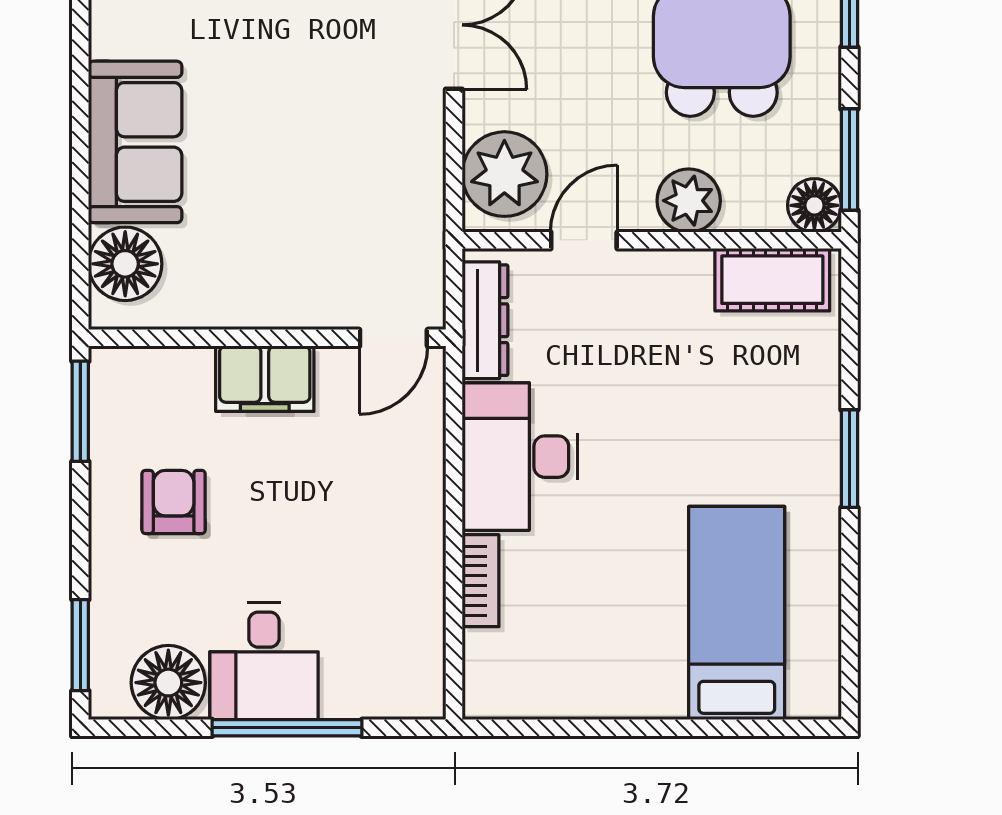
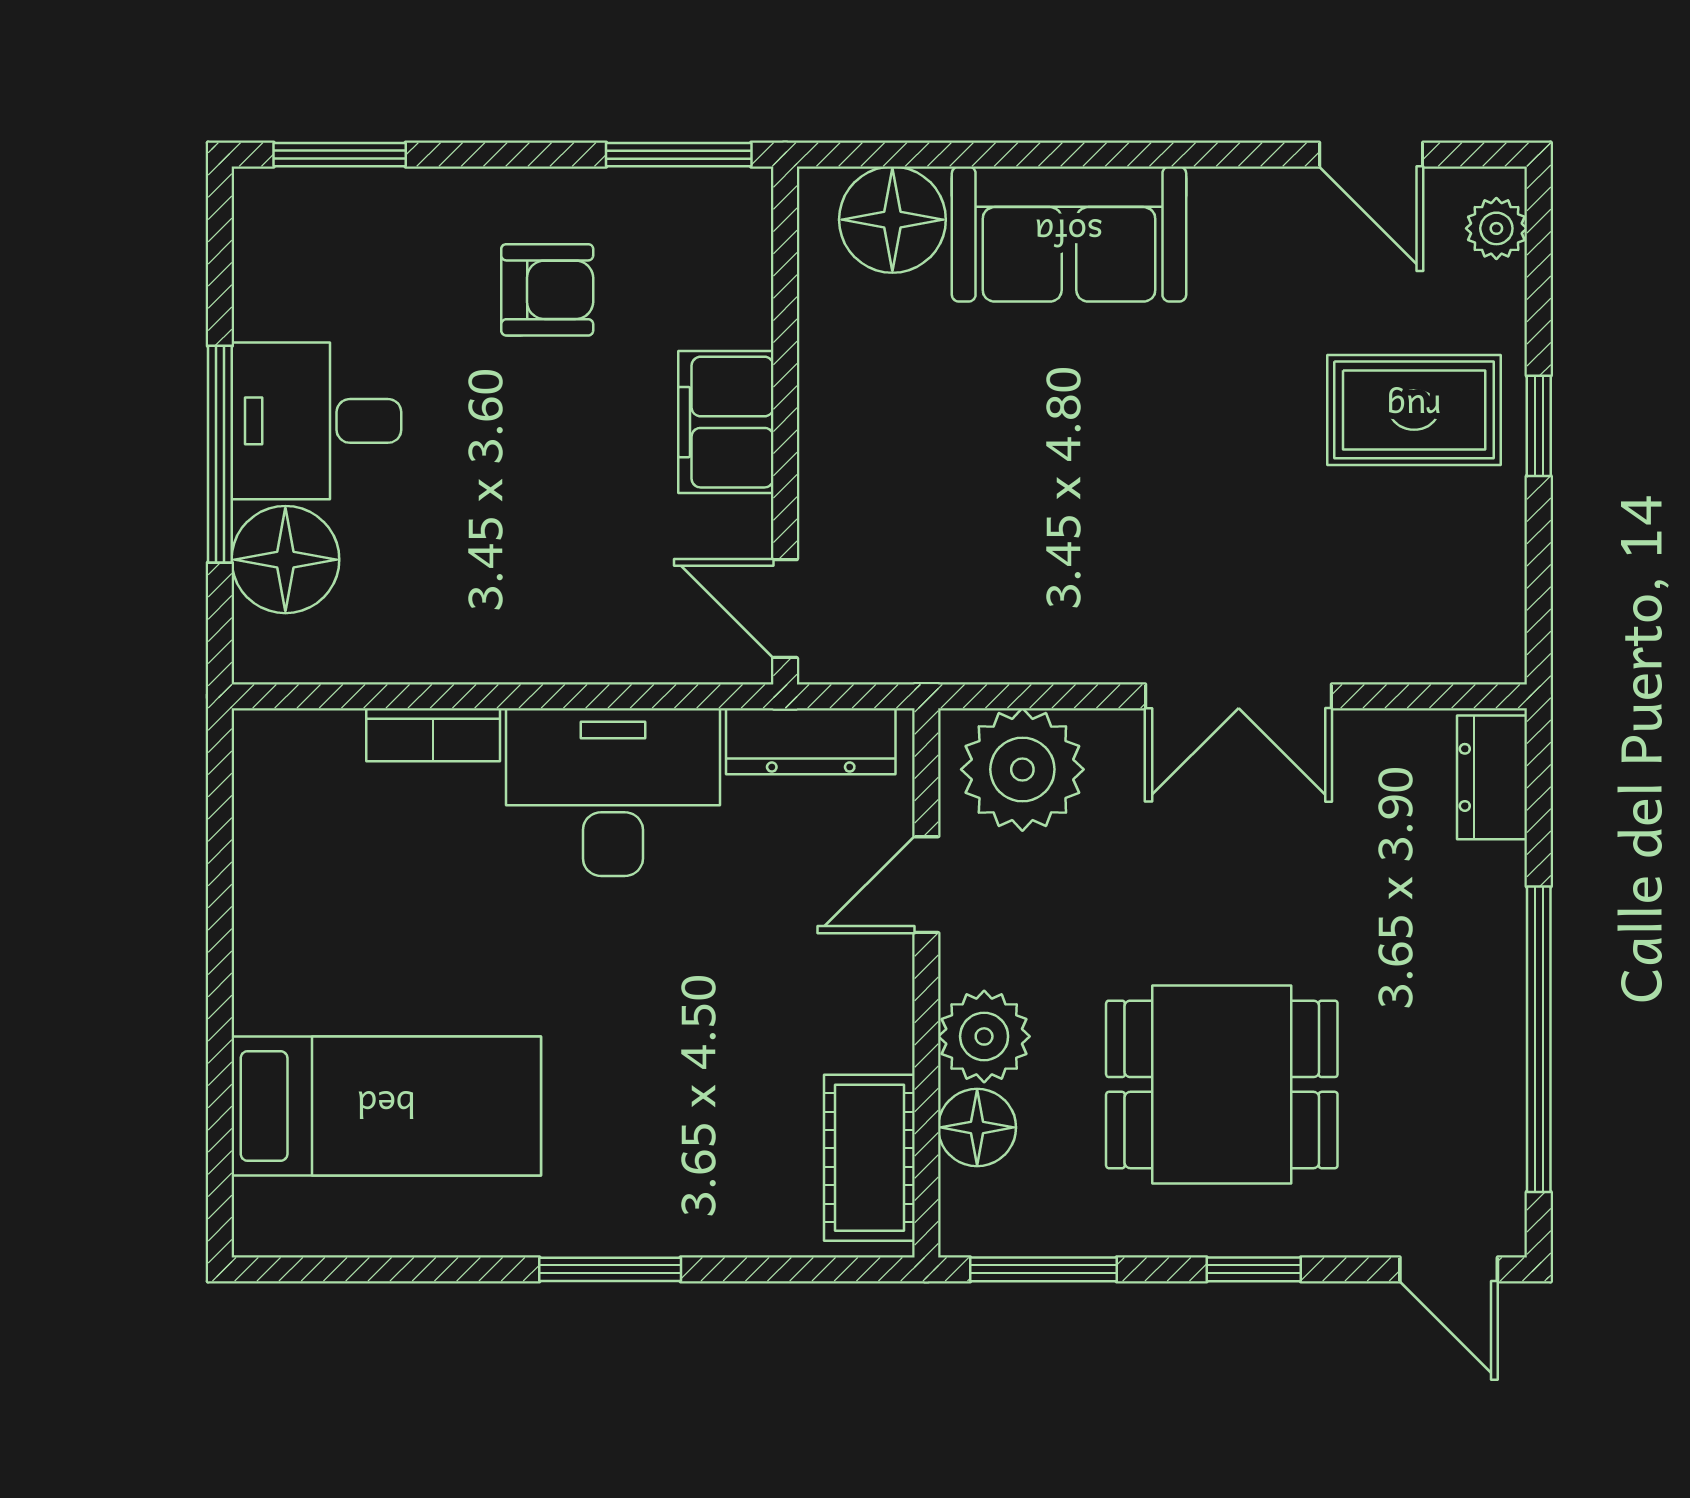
floor lamp: (814, 205) -> (977, 1127), moved
door: (584, 240) -> (926, 885), swing flipped
floor lamp: (168, 683) -> (285, 560), moved

